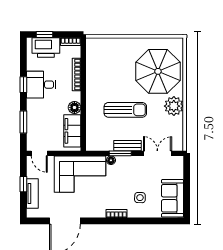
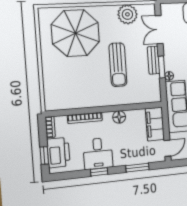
plant: (174, 106) -> (127, 14), moved
sun lounger: (125, 110) -> (118, 65), turned 180
filing cabinet: (72, 131) -> (155, 124), moved, turned 90

